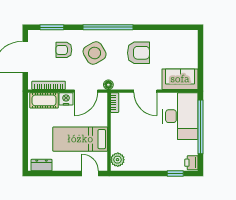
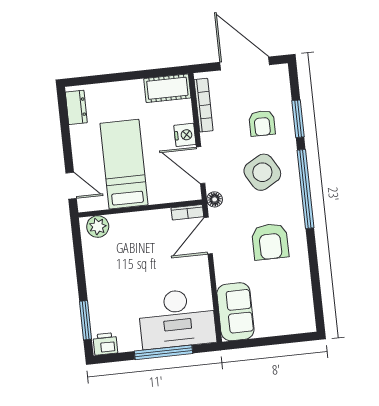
window: (52, 27) -> (298, 119), moved
armchair: (64, 50) -> (262, 123), turned 180
door: (145, 91) -> (208, 236), moved
cot: (44, 100) -> (167, 88), moved, turned 90
window: (201, 127) -> (163, 352), width x0.68
door: (90, 174) -> (71, 186), hinge flipped
window: (175, 174) -> (86, 320), width x1.50

